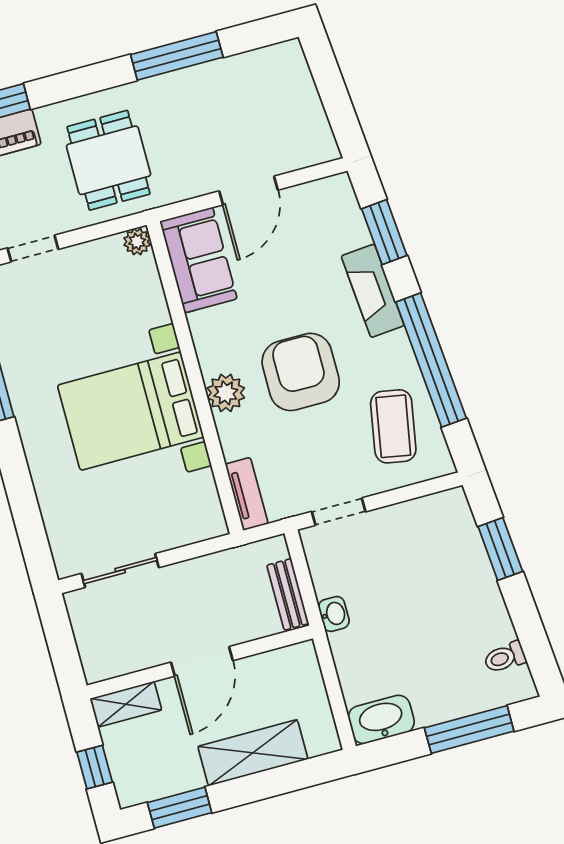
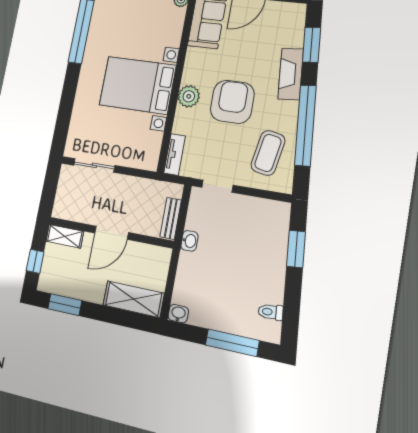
washbasin: (381, 719) -> (178, 314), width x0.52, depth x0.69
shelving: (253, 753) -> (134, 299), moved

